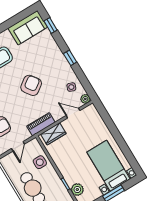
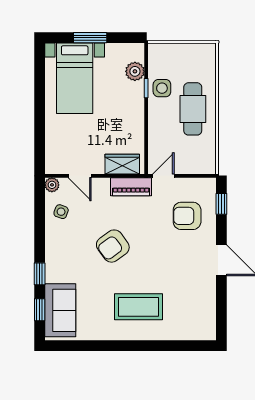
sofa: (28, 28) -> (60, 310), moved, turned 90
window: (70, 58) -> (40, 274), moved
door: (18, 146) -> (163, 176), moved
side table: (40, 162) -> (162, 88), moved

